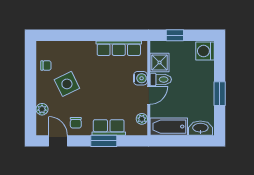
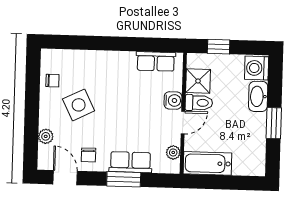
row of seats: (119, 48) -> (156, 61), width x0.68
washbasin: (200, 128) -> (258, 96), moved, turned -90

